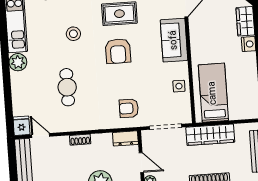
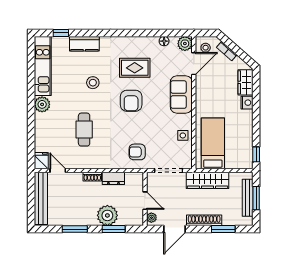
dresser: (125, 138) -> (113, 178), moved

